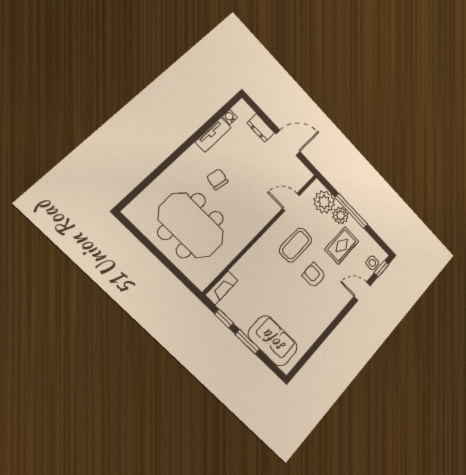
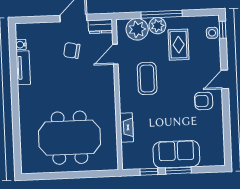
dresser: (261, 128) -> (100, 27), moved
chair: (217, 179) -> (72, 50), moved
armchair: (314, 275) -> (204, 101), moved
fireplace: (221, 288) -> (127, 127), moved
door: (362, 291) -> (225, 79), moved
sofa: (273, 341) -> (176, 154), moved

